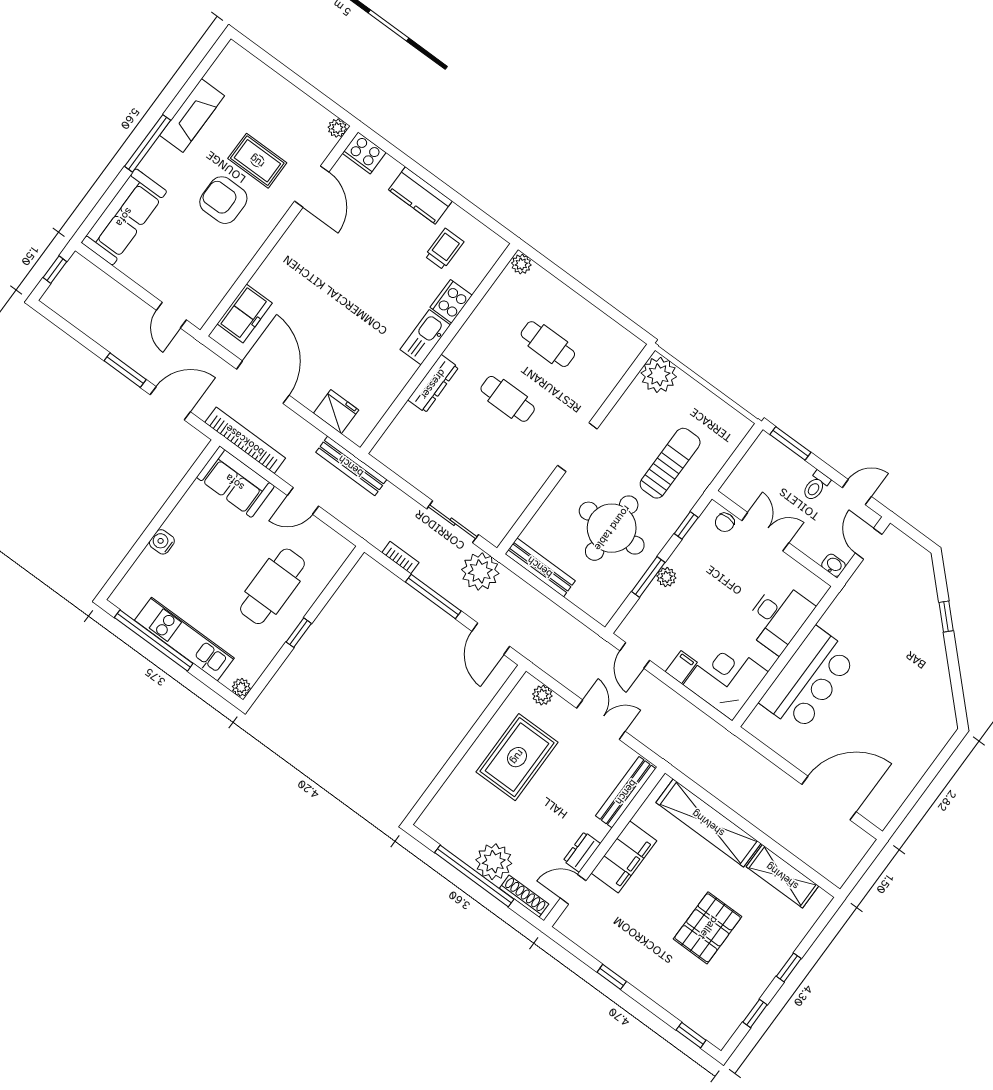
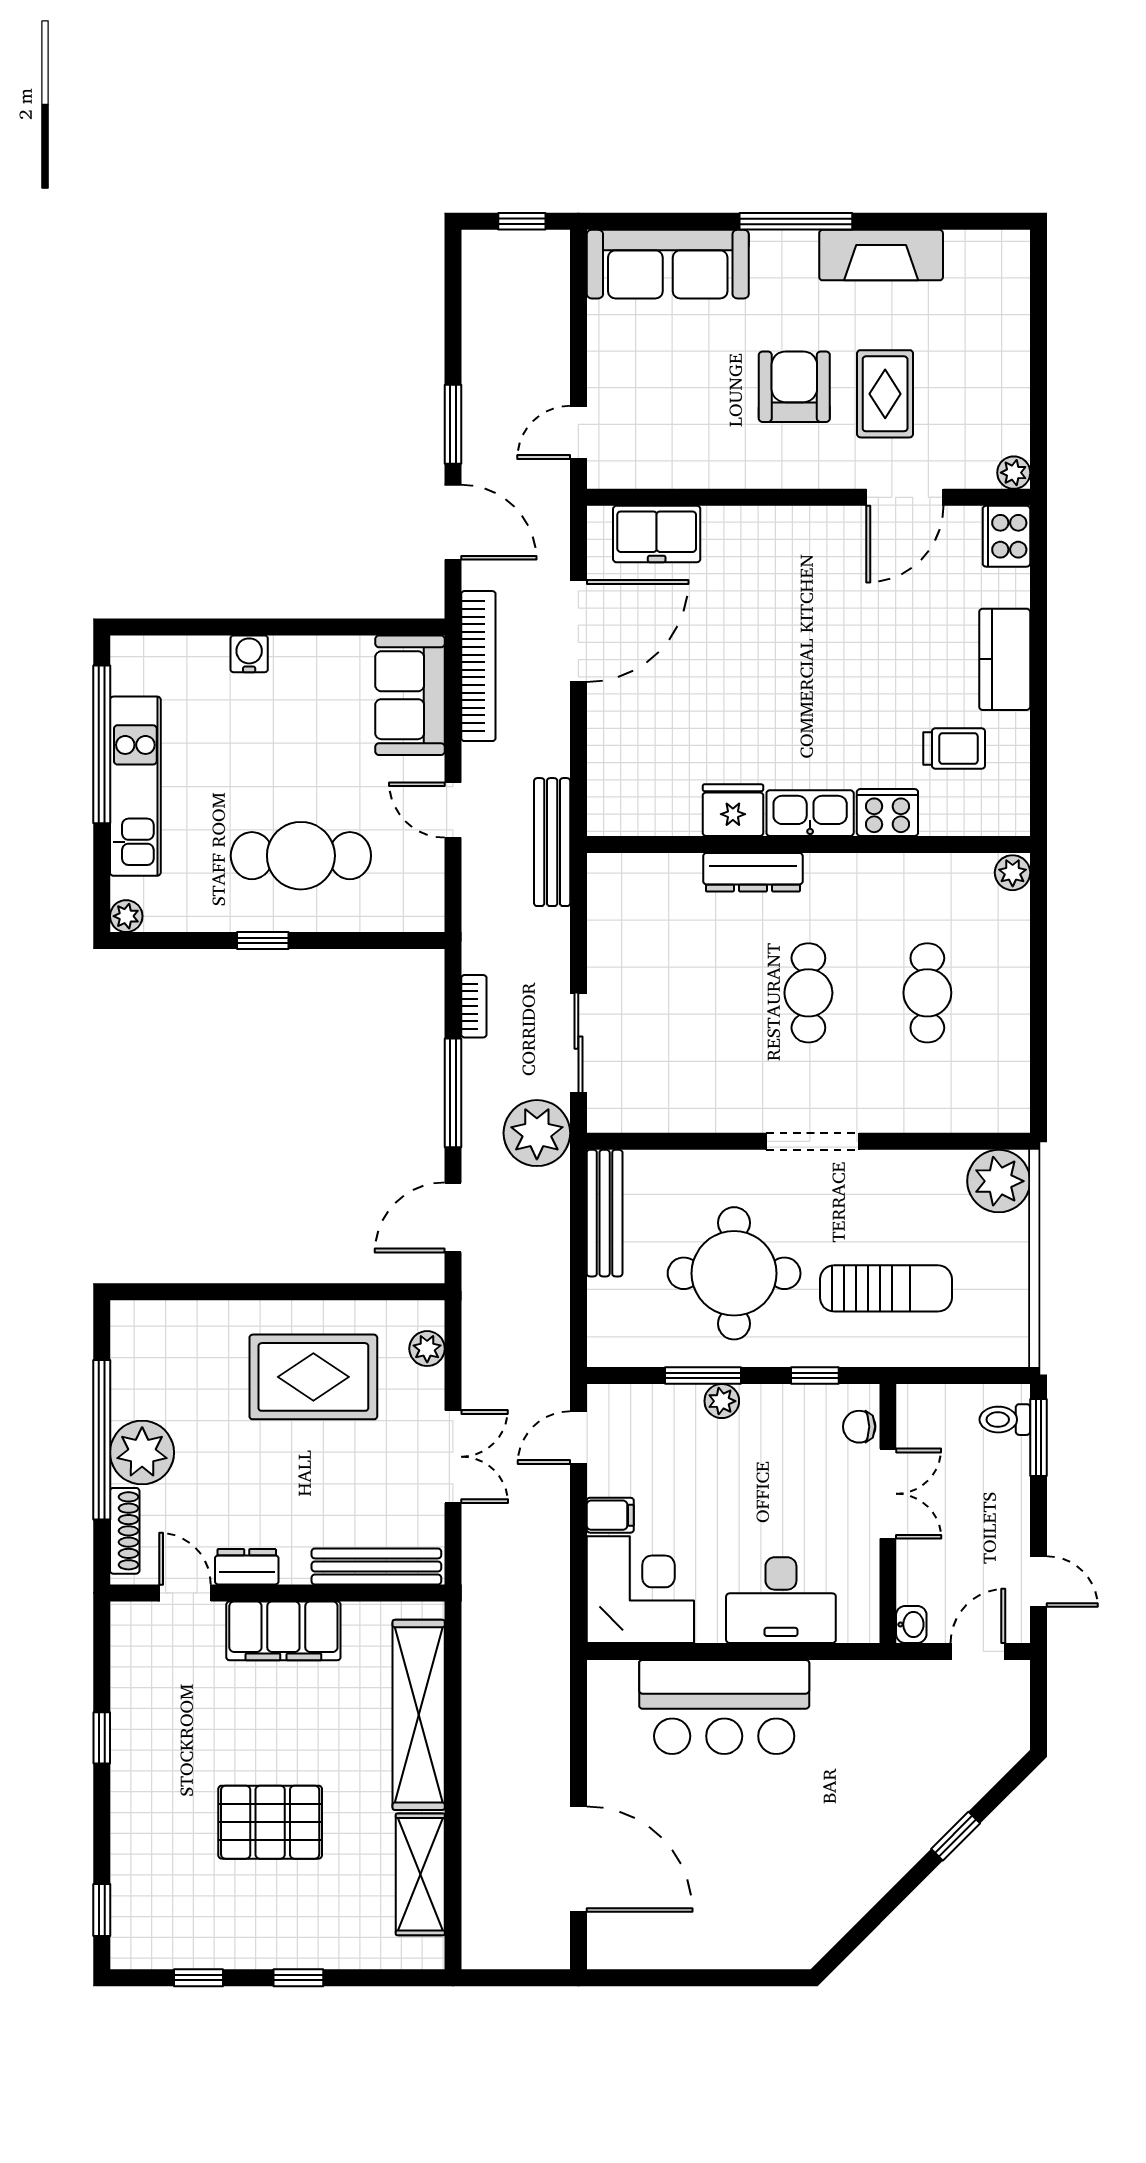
fridge: (336, 412) -> (733, 810), moved, turned -90
toilet: (816, 486) -> (1005, 1420), moved

